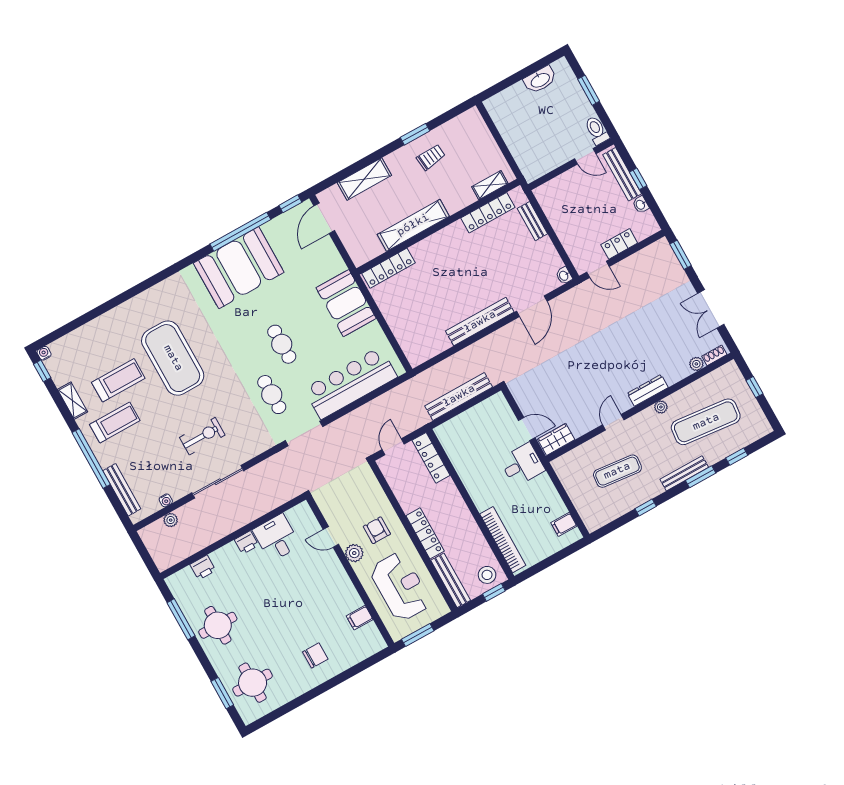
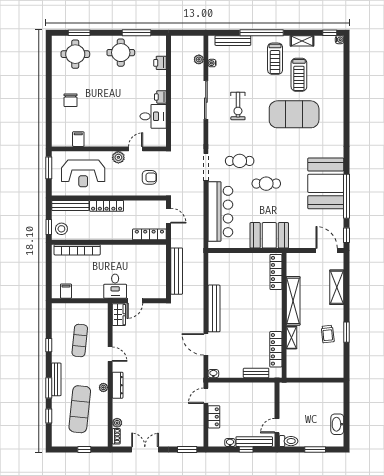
shelving: (490, 185) -> (292, 338), moved
armchair: (377, 530) -> (149, 177), moved

